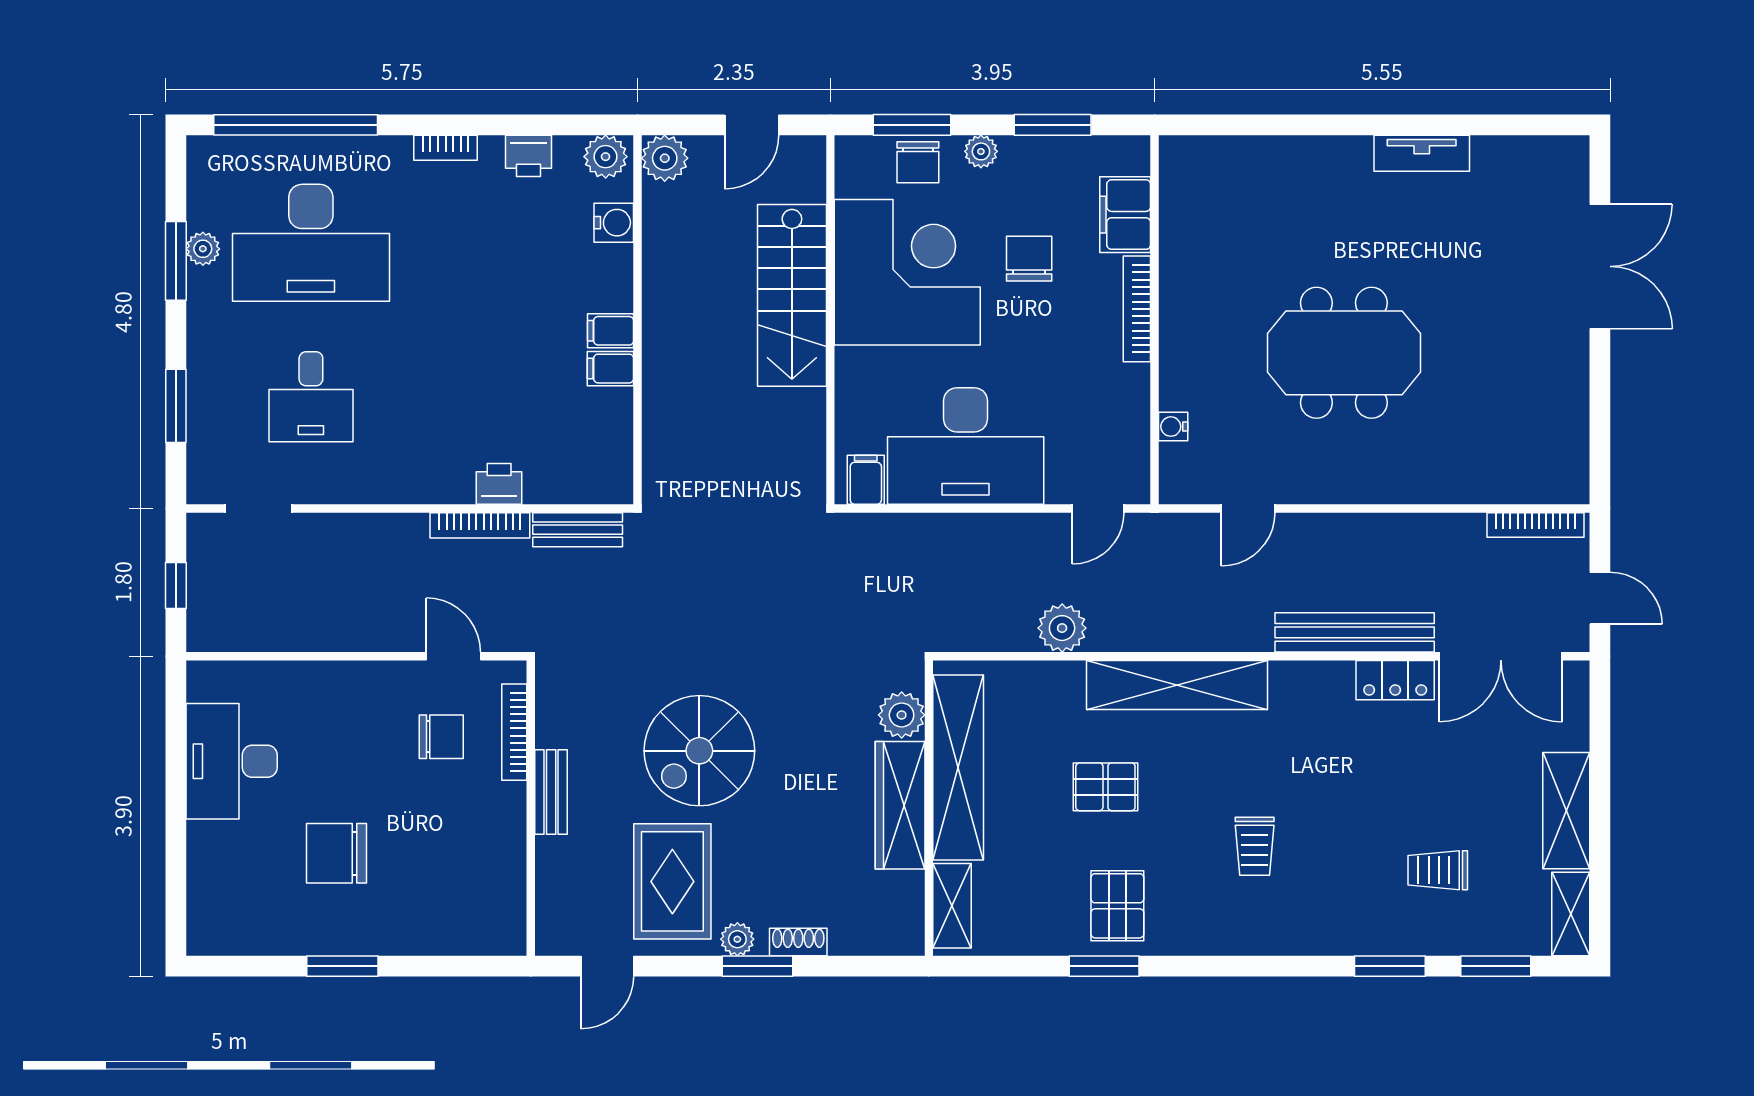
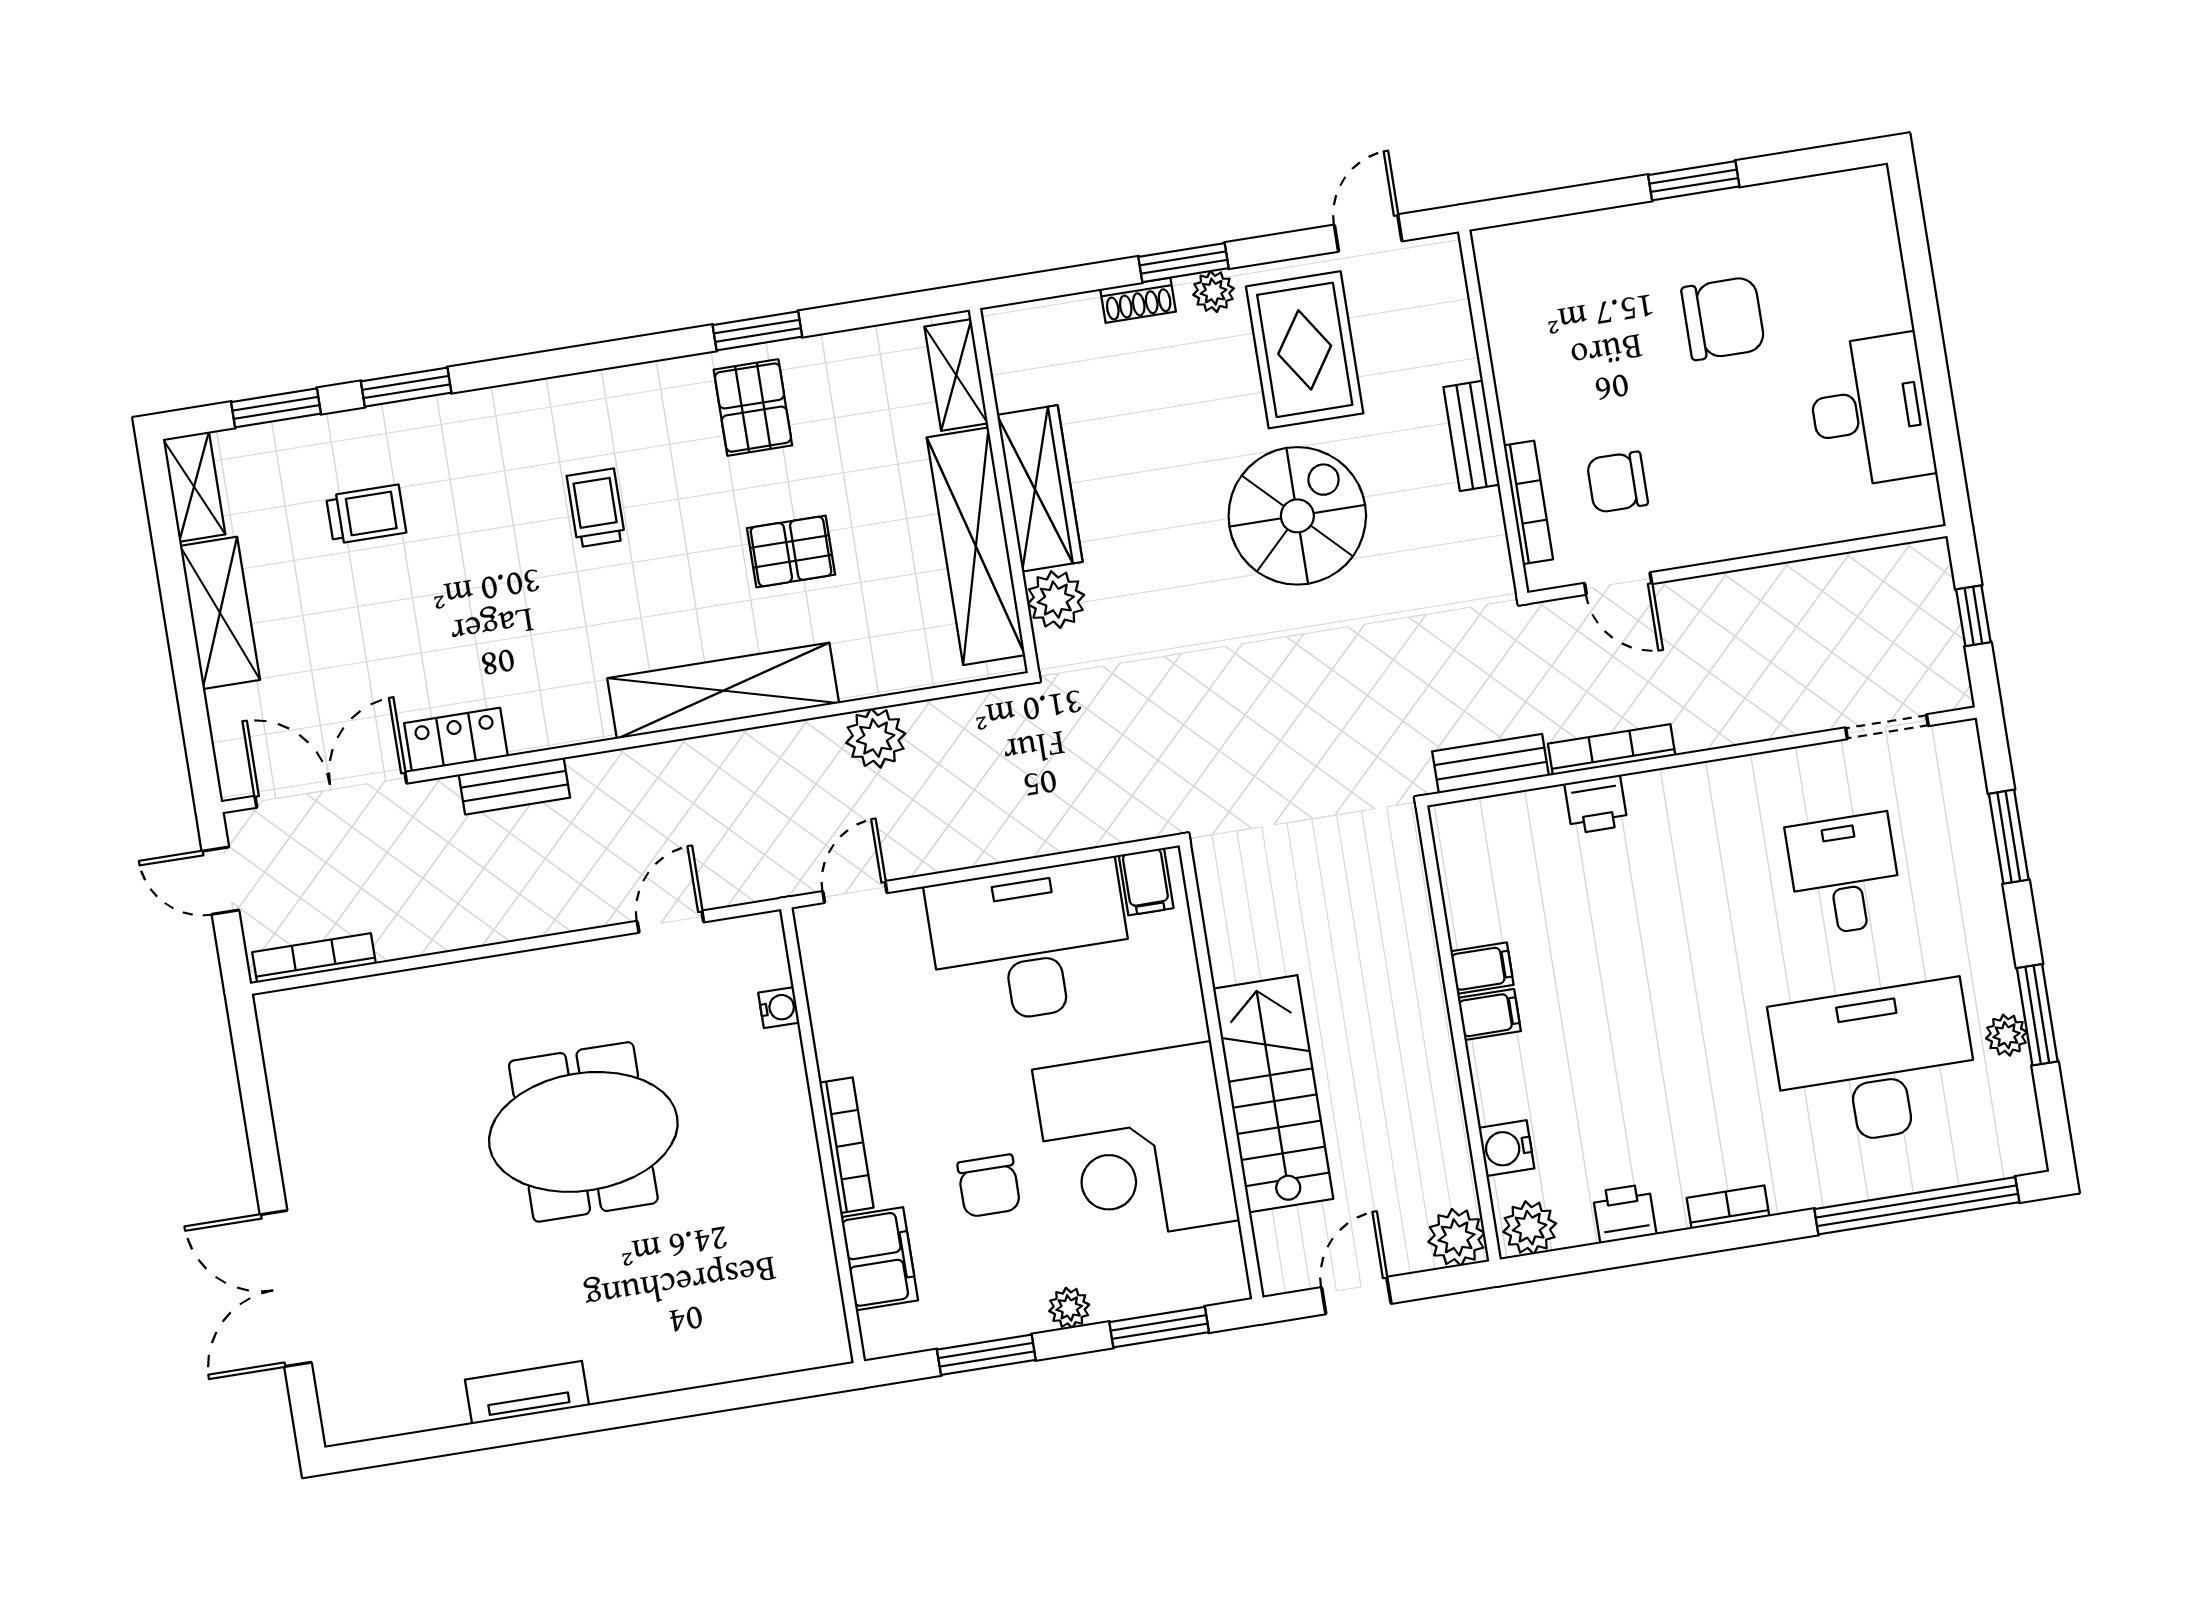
chair: (918, 162) -> (1145, 1282), removed
bench: (1355, 632) -> (514, 786), width x0.54, depth x0.82

